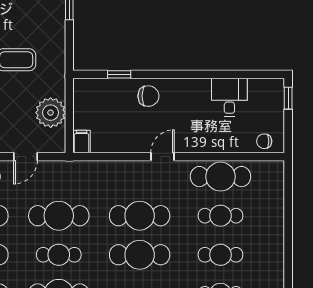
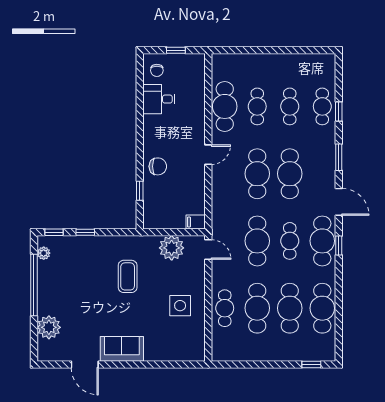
chair: (148, 96) -> (158, 166), turned 90
window: (288, 98) -> (176, 50), moved
chair: (264, 141) -> (157, 70), moved
door: (25, 157) -> (208, 250), moved
door: (163, 157) -> (208, 155), swing flipped

